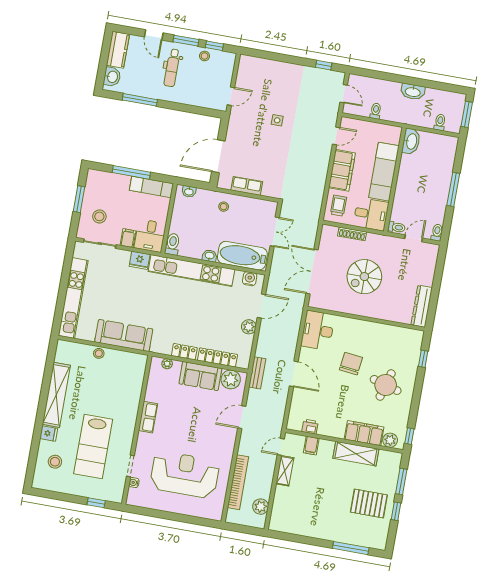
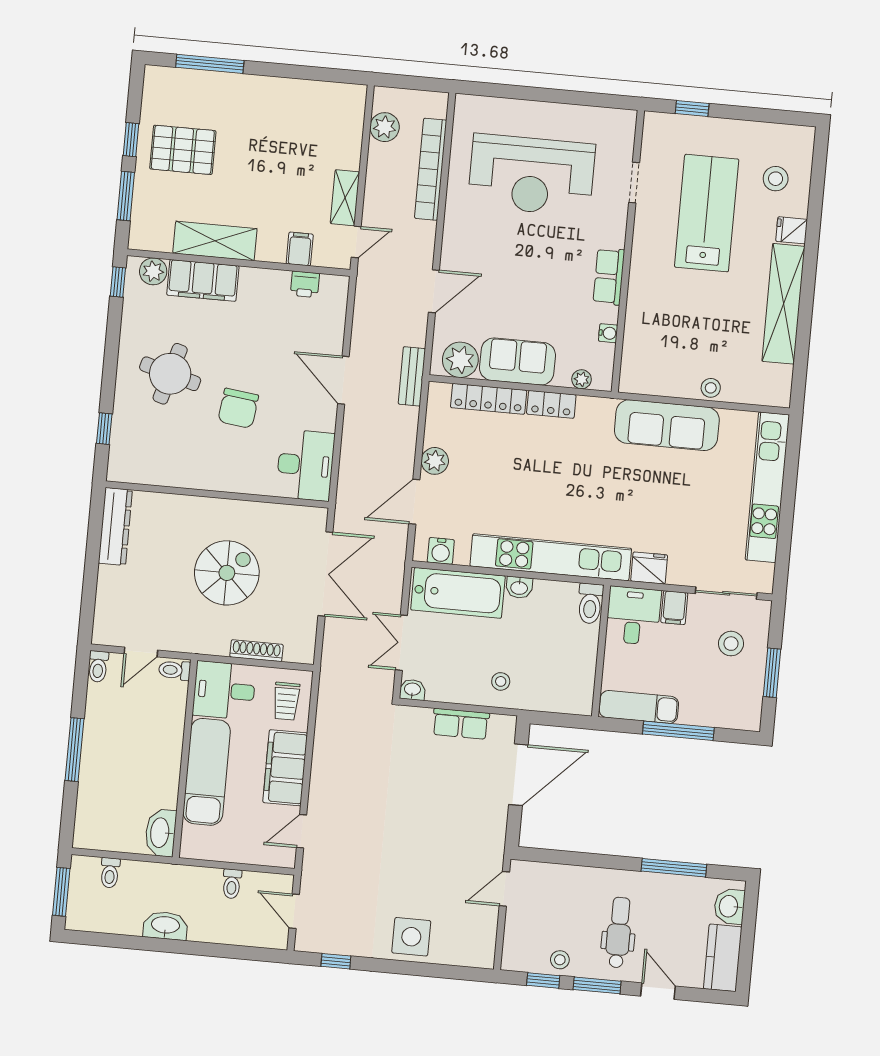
side table: (277, 120) -> (411, 937), moved, width x1.87, depth x1.87
washbasin: (189, 192) -> (412, 690), moved
water cooler: (134, 483) -> (608, 333), moved

